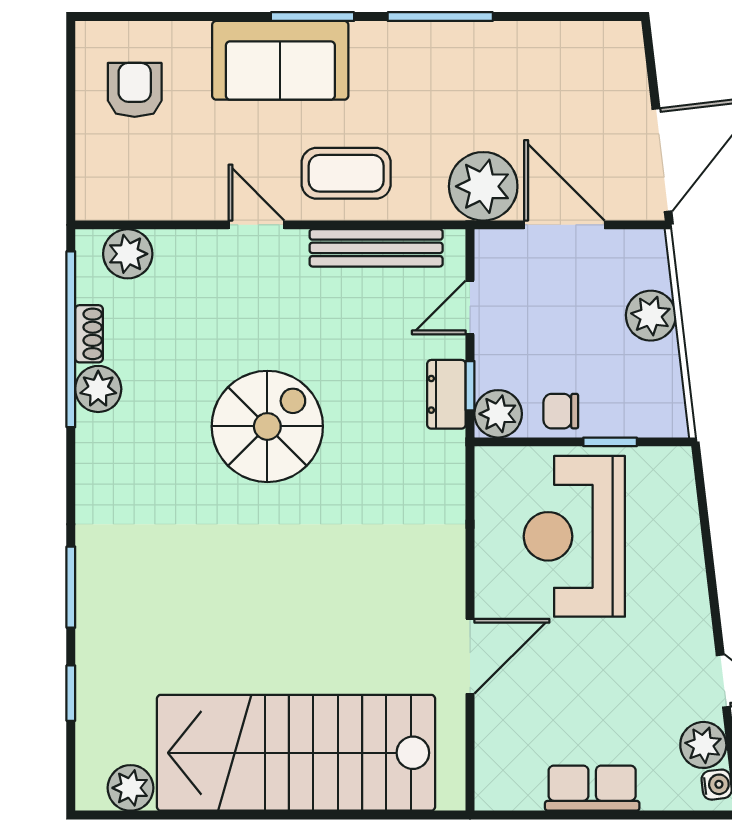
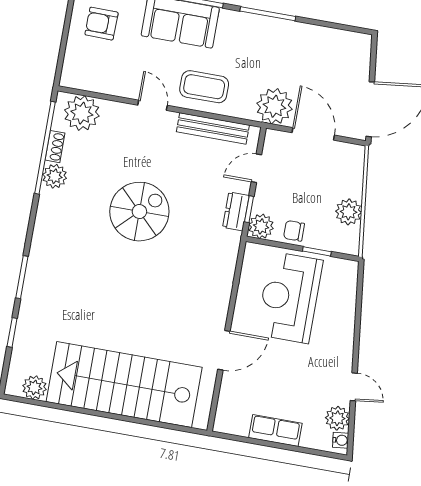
armchair: (135, 90) -> (102, 24), turned -89
plant: (128, 254) -> (82, 113), width x1.36, depth x1.36
plant: (651, 316) -> (349, 212), moved

